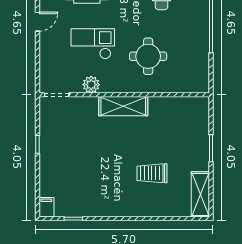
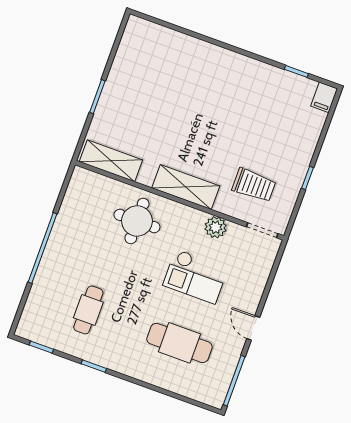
door: (37, 22) -> (253, 328), hinge flipped
round table: (148, 56) -> (137, 221), moved
trolley: (152, 173) -> (254, 185), moved
shelving: (200, 194) -> (111, 161), moved, turned 90

